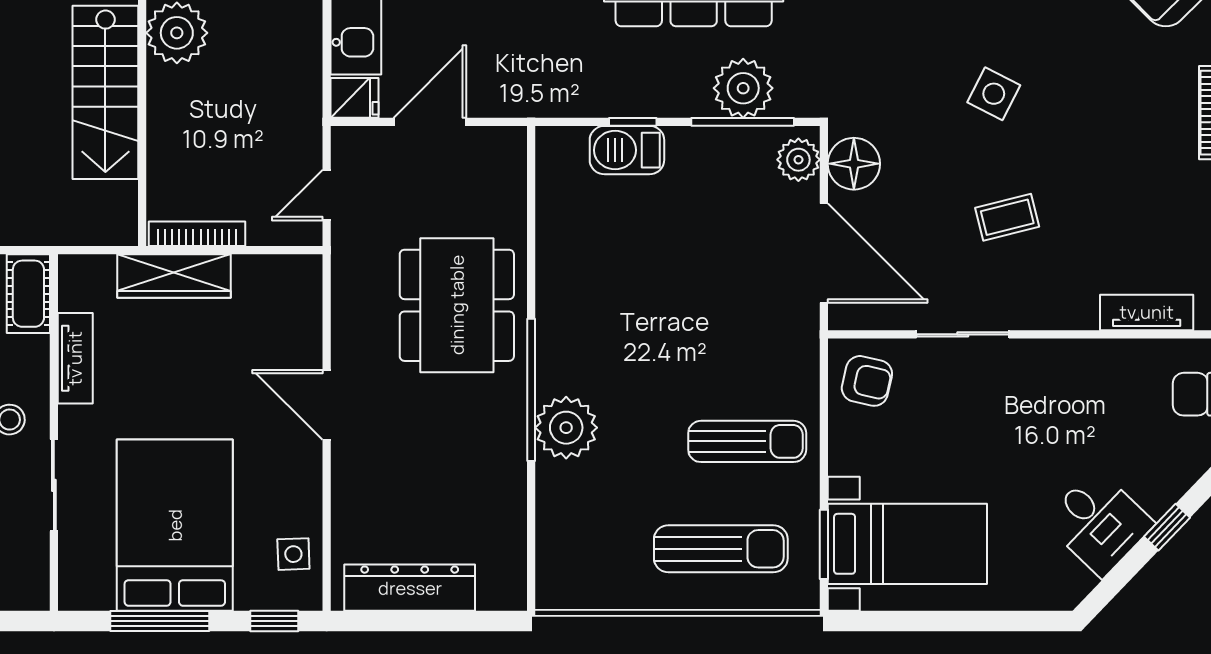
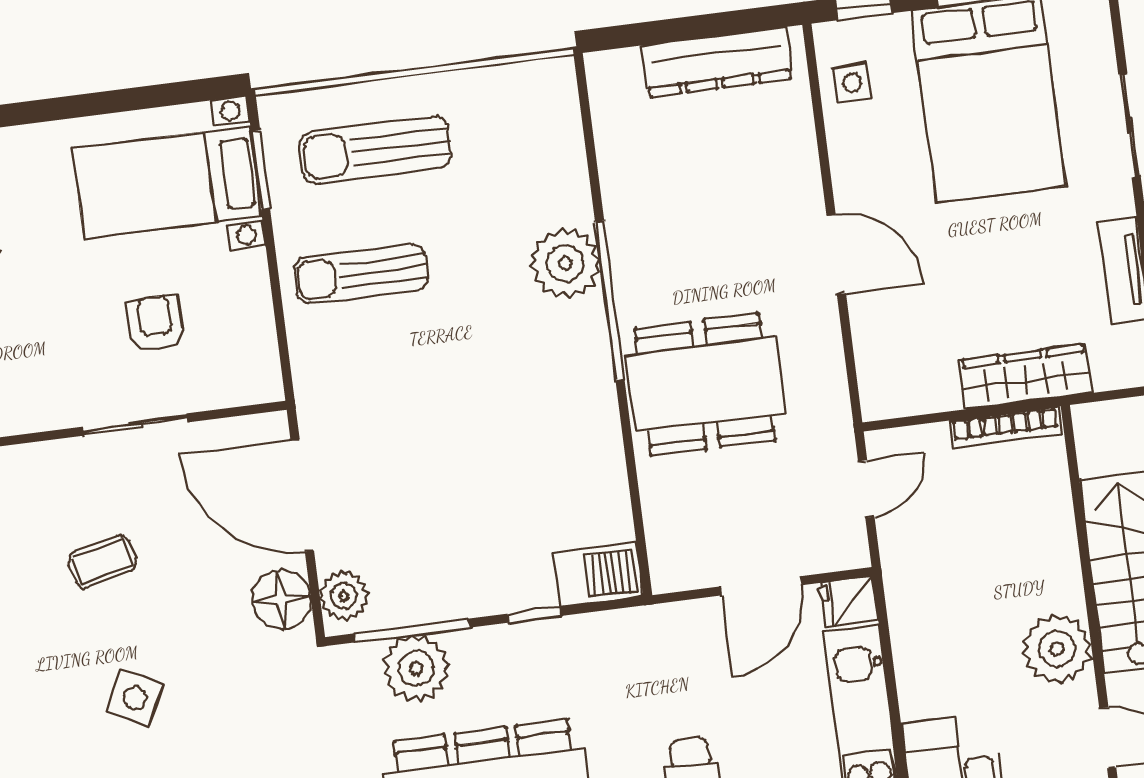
barbecue: (627, 150) -> (598, 575), moved
dining table: (457, 305) -> (705, 384), turned 90
armchair: (867, 381) -> (155, 323), moved, turned 76

